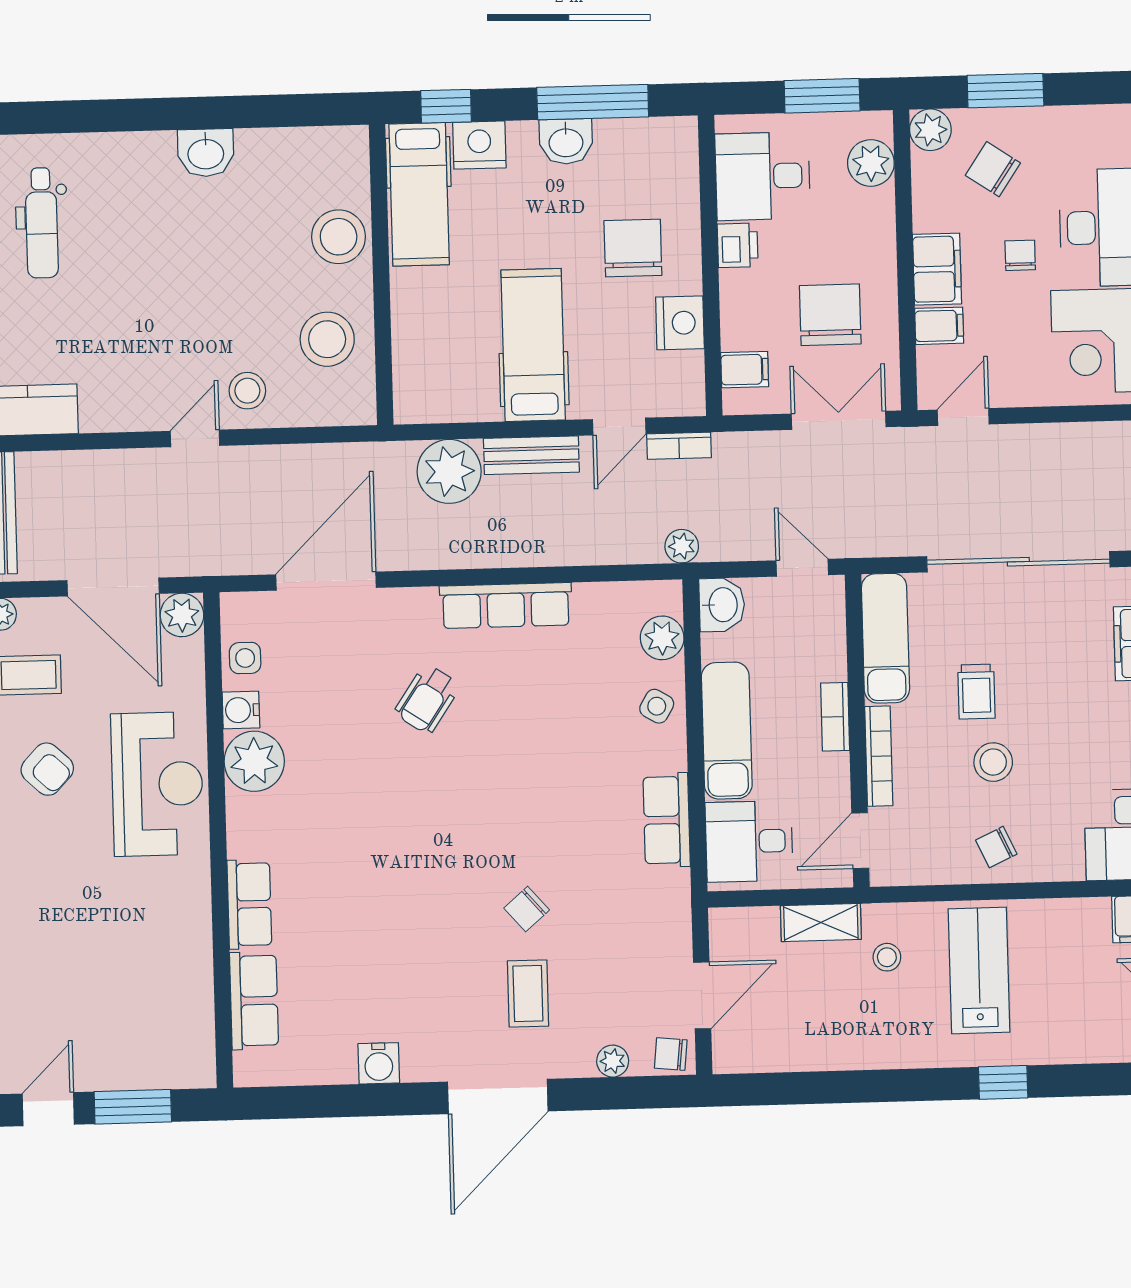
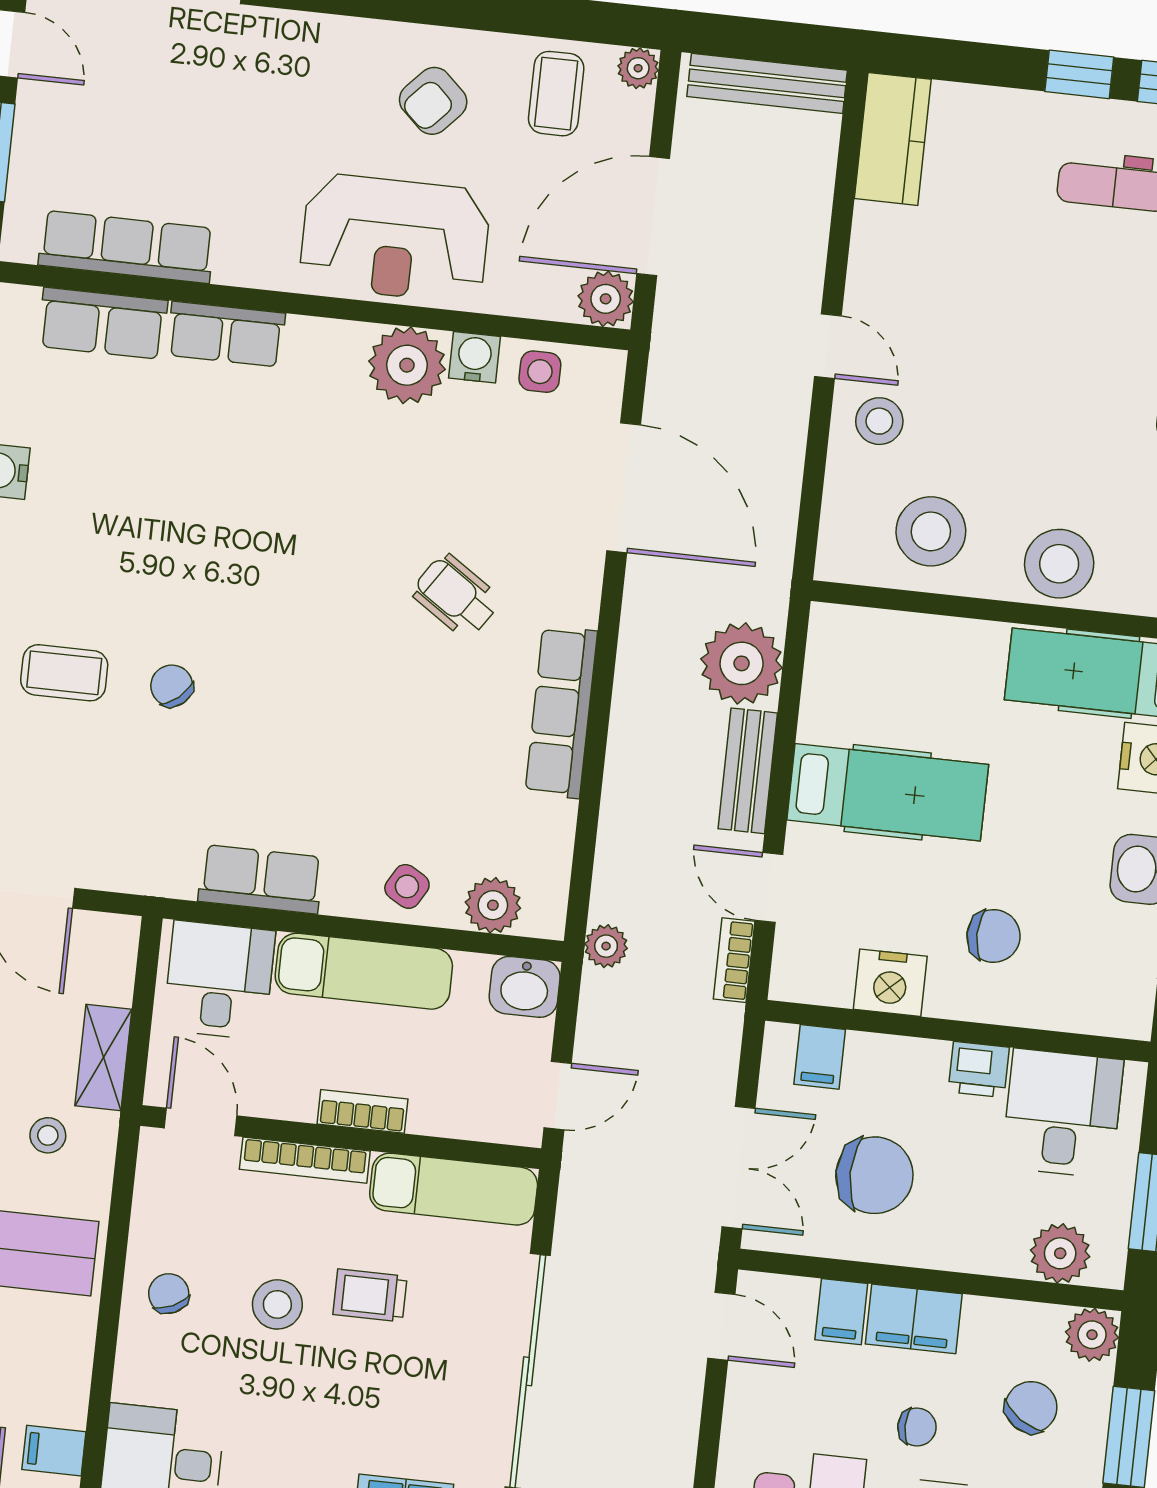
chair: (633, 248) -> (994, 936), width x0.73, depth x0.73
row of seats: (192, 990) -> (126, 247), added

